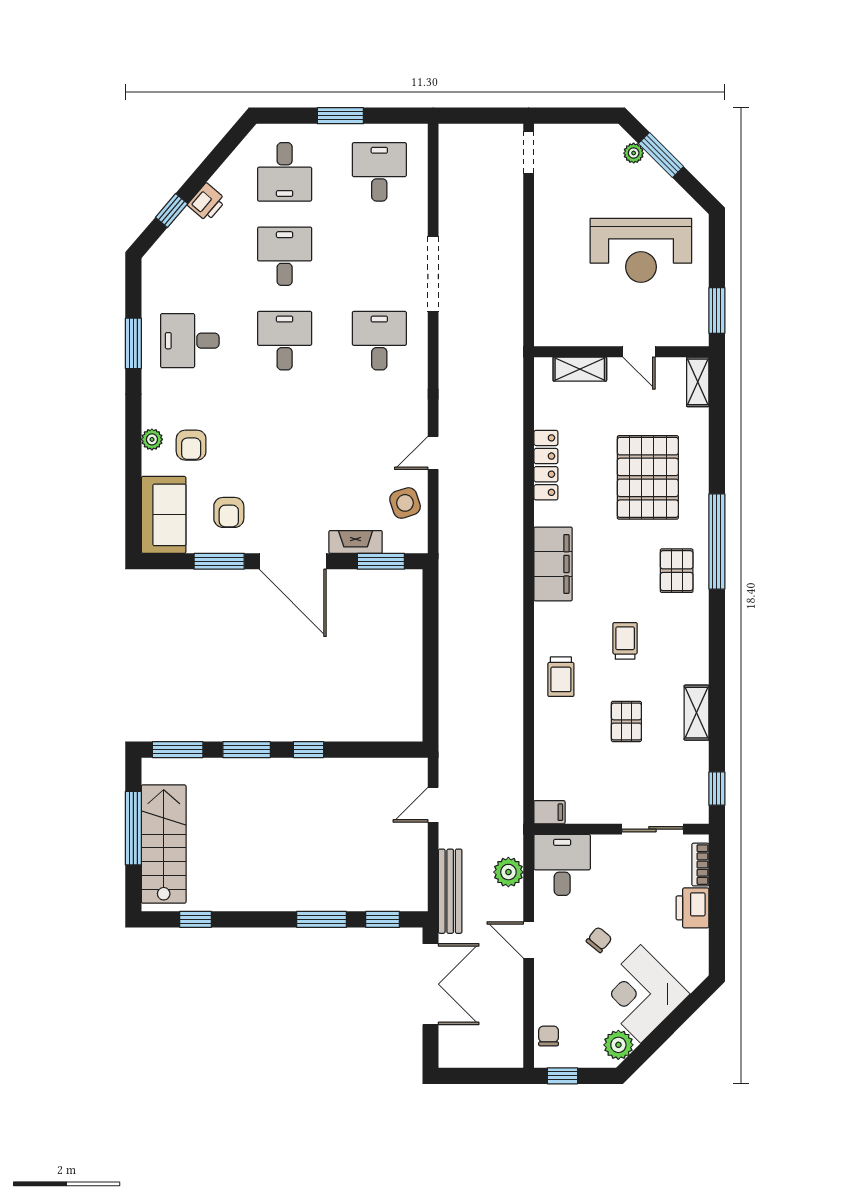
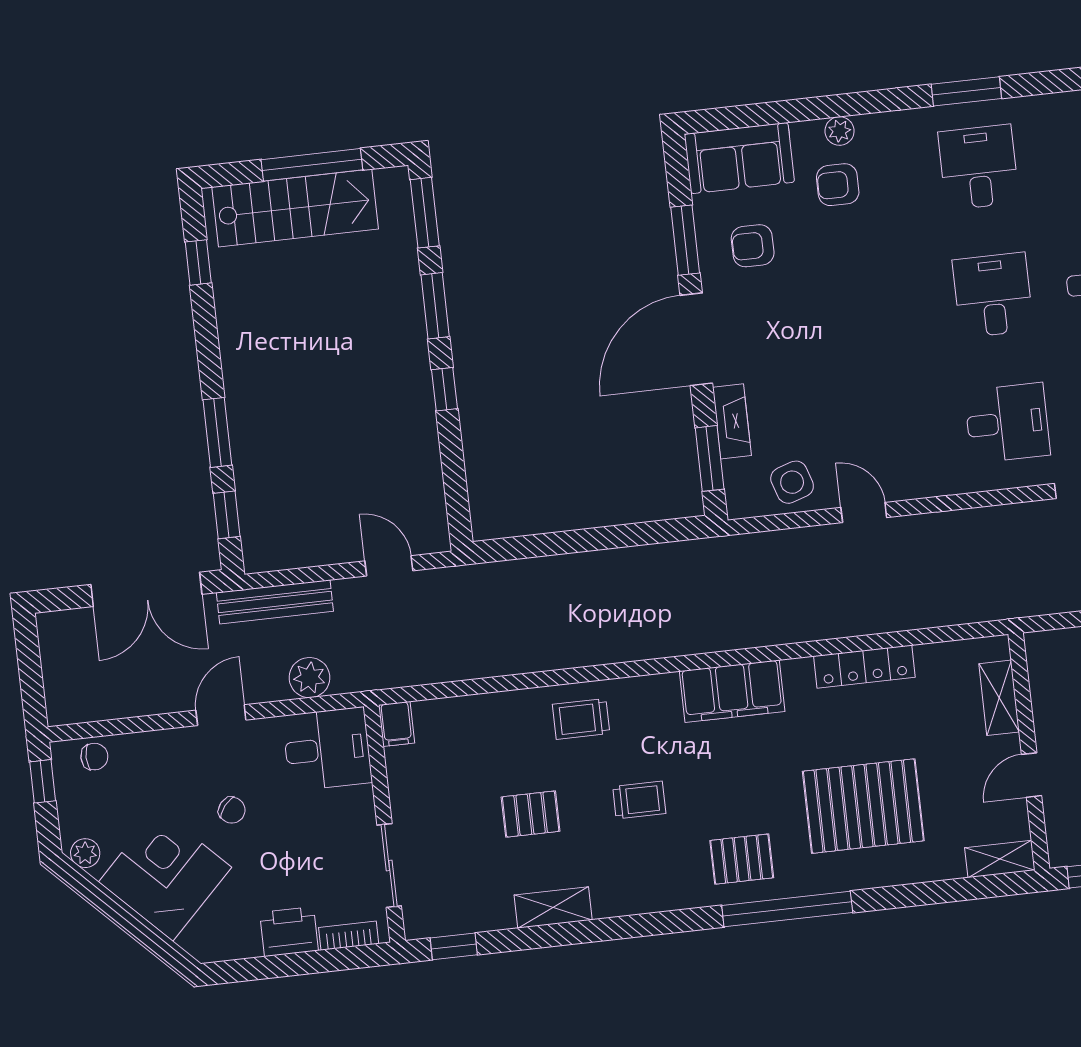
desk: (285, 341) -> (993, 295), turned -90
plant: (618, 1045) -> (85, 853), width x0.73, depth x0.73

